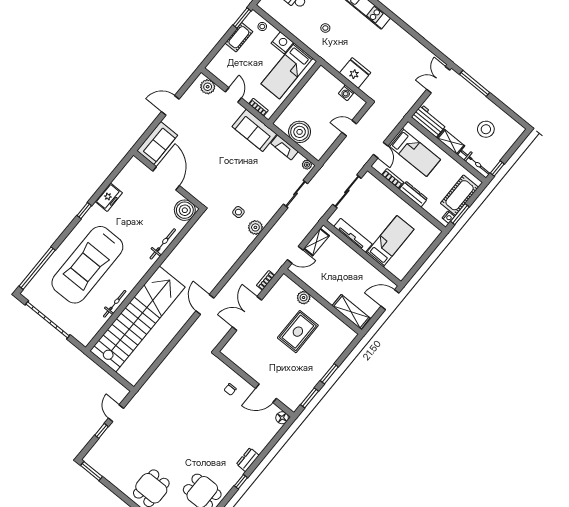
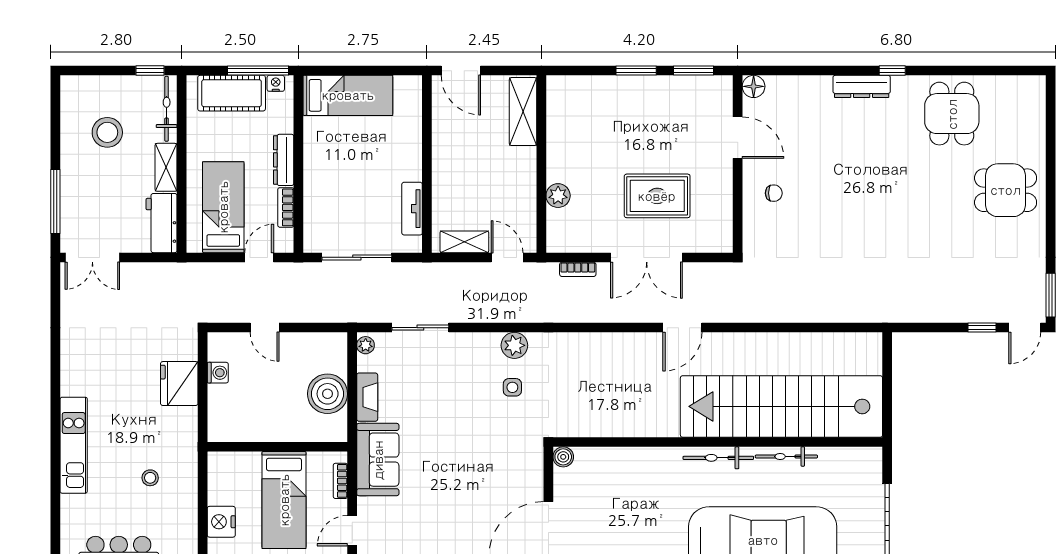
bed: (287, 71) -> (284, 500), moved, turned 90
boiler: (185, 210) -> (563, 457), width x0.54, depth x0.54
window: (460, 214) -> (258, 71), width x1.44
tv unit: (353, 235) -> (412, 209), width x0.71
bed: (390, 241) -> (348, 95), moved, turned 180
bicycle: (163, 244) -> (718, 458), moved
rug: (298, 332) -> (657, 196), moved
door: (116, 413) -> (1025, 328), moved
dresser: (248, 460) -> (862, 86), width x1.44

